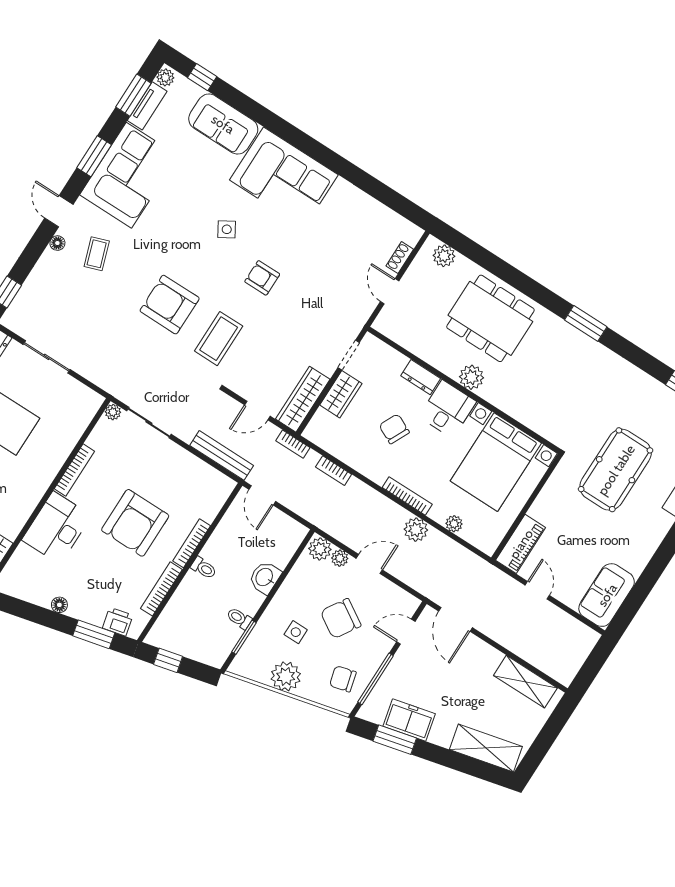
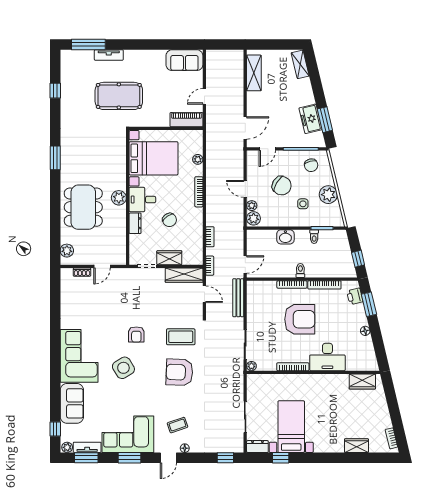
side table: (227, 229) -> (123, 368), width x1.87, depth x1.87
armchair: (170, 305) -> (179, 372), turned 92
chair: (394, 429) -> (170, 220), turned -61
plant: (416, 530) -> (213, 177), removed
door: (406, 632) -> (267, 149), hinge flipped
shelving: (486, 748) -> (300, 64), width x0.67, depth x0.75

